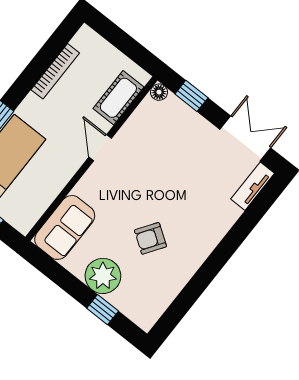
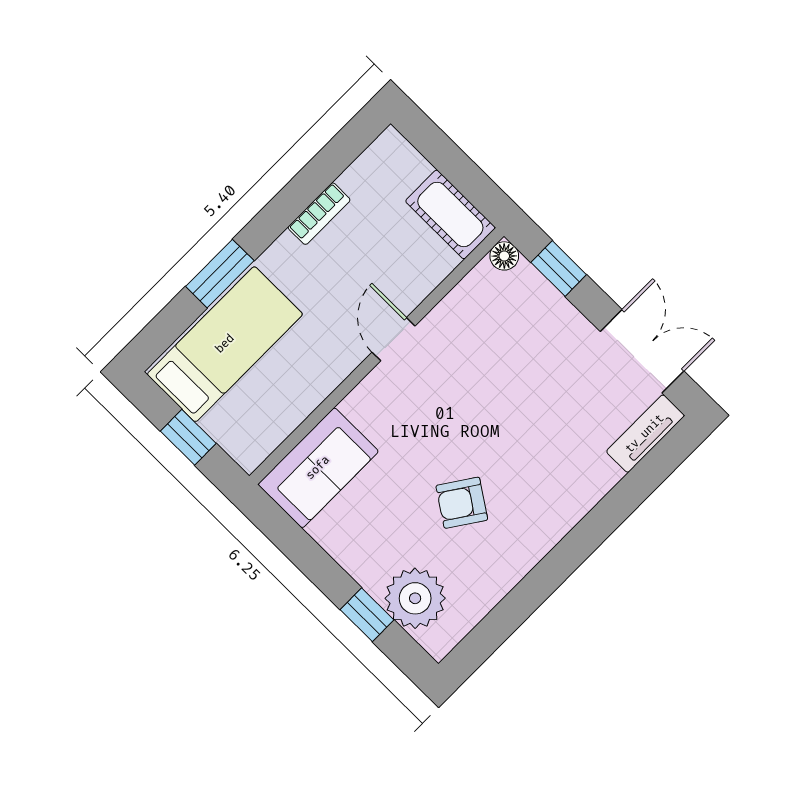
bookcase: (55, 71) -> (319, 214), width x0.64
cot: (118, 98) -> (450, 214), moved, turned 90
plant: (103, 276) -> (415, 598), moved

